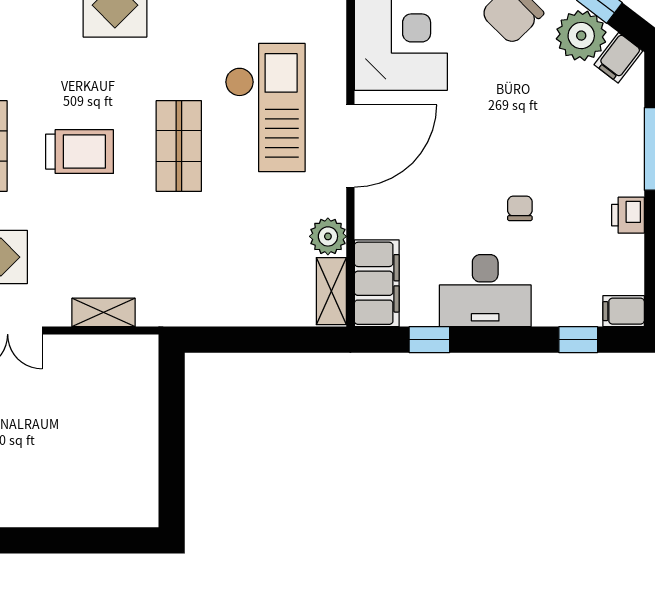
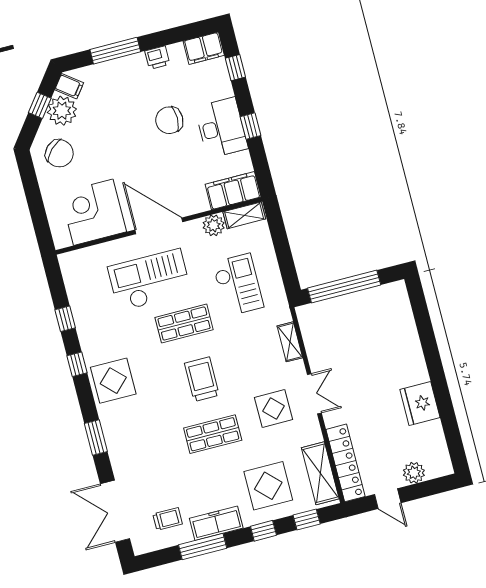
chair: (520, 208) -> (169, 120), width x1.87, depth x1.87
checkout: (220, 251) -> (238, 285), added
filing cabinet: (624, 311) -> (204, 48), width x2.00
window: (429, 340) -> (251, 126), moved
window: (172, 425) -> (344, 286), added

